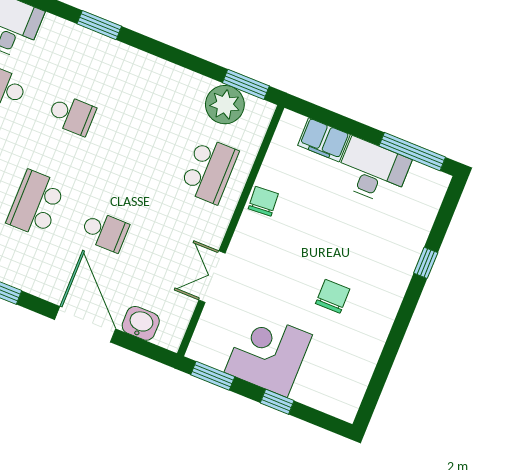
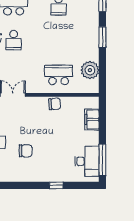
window: (246, 84) -> (102, 37), moved
school desk: (209, 170) -> (59, 75), turned 180
desk: (373, 171) -> (87, 161), moved

